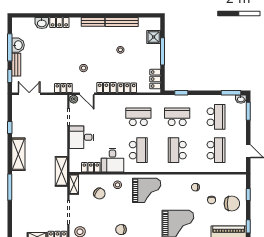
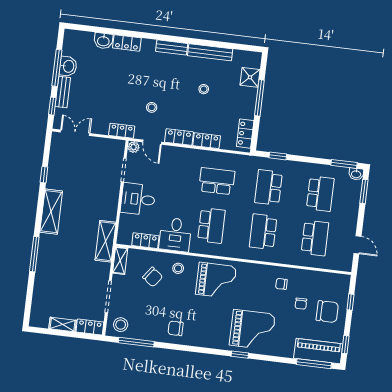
school desk: (177, 117) -> (269, 187), turned -90

